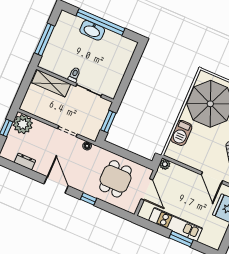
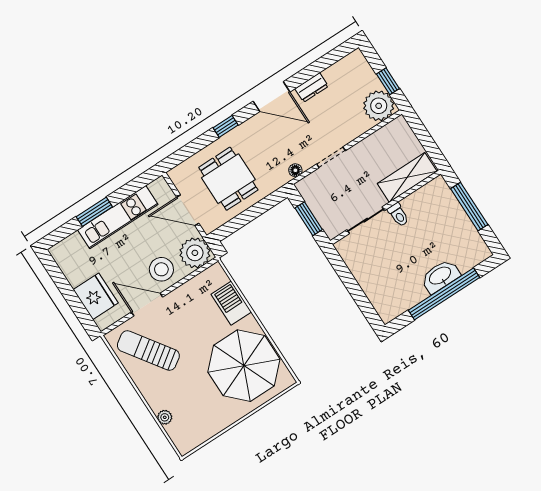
dresser: (25, 162) -> (312, 87), moved
plant: (165, 164) -> (195, 253), width x1.87, depth x1.87
stool: (188, 182) -> (161, 269), added

